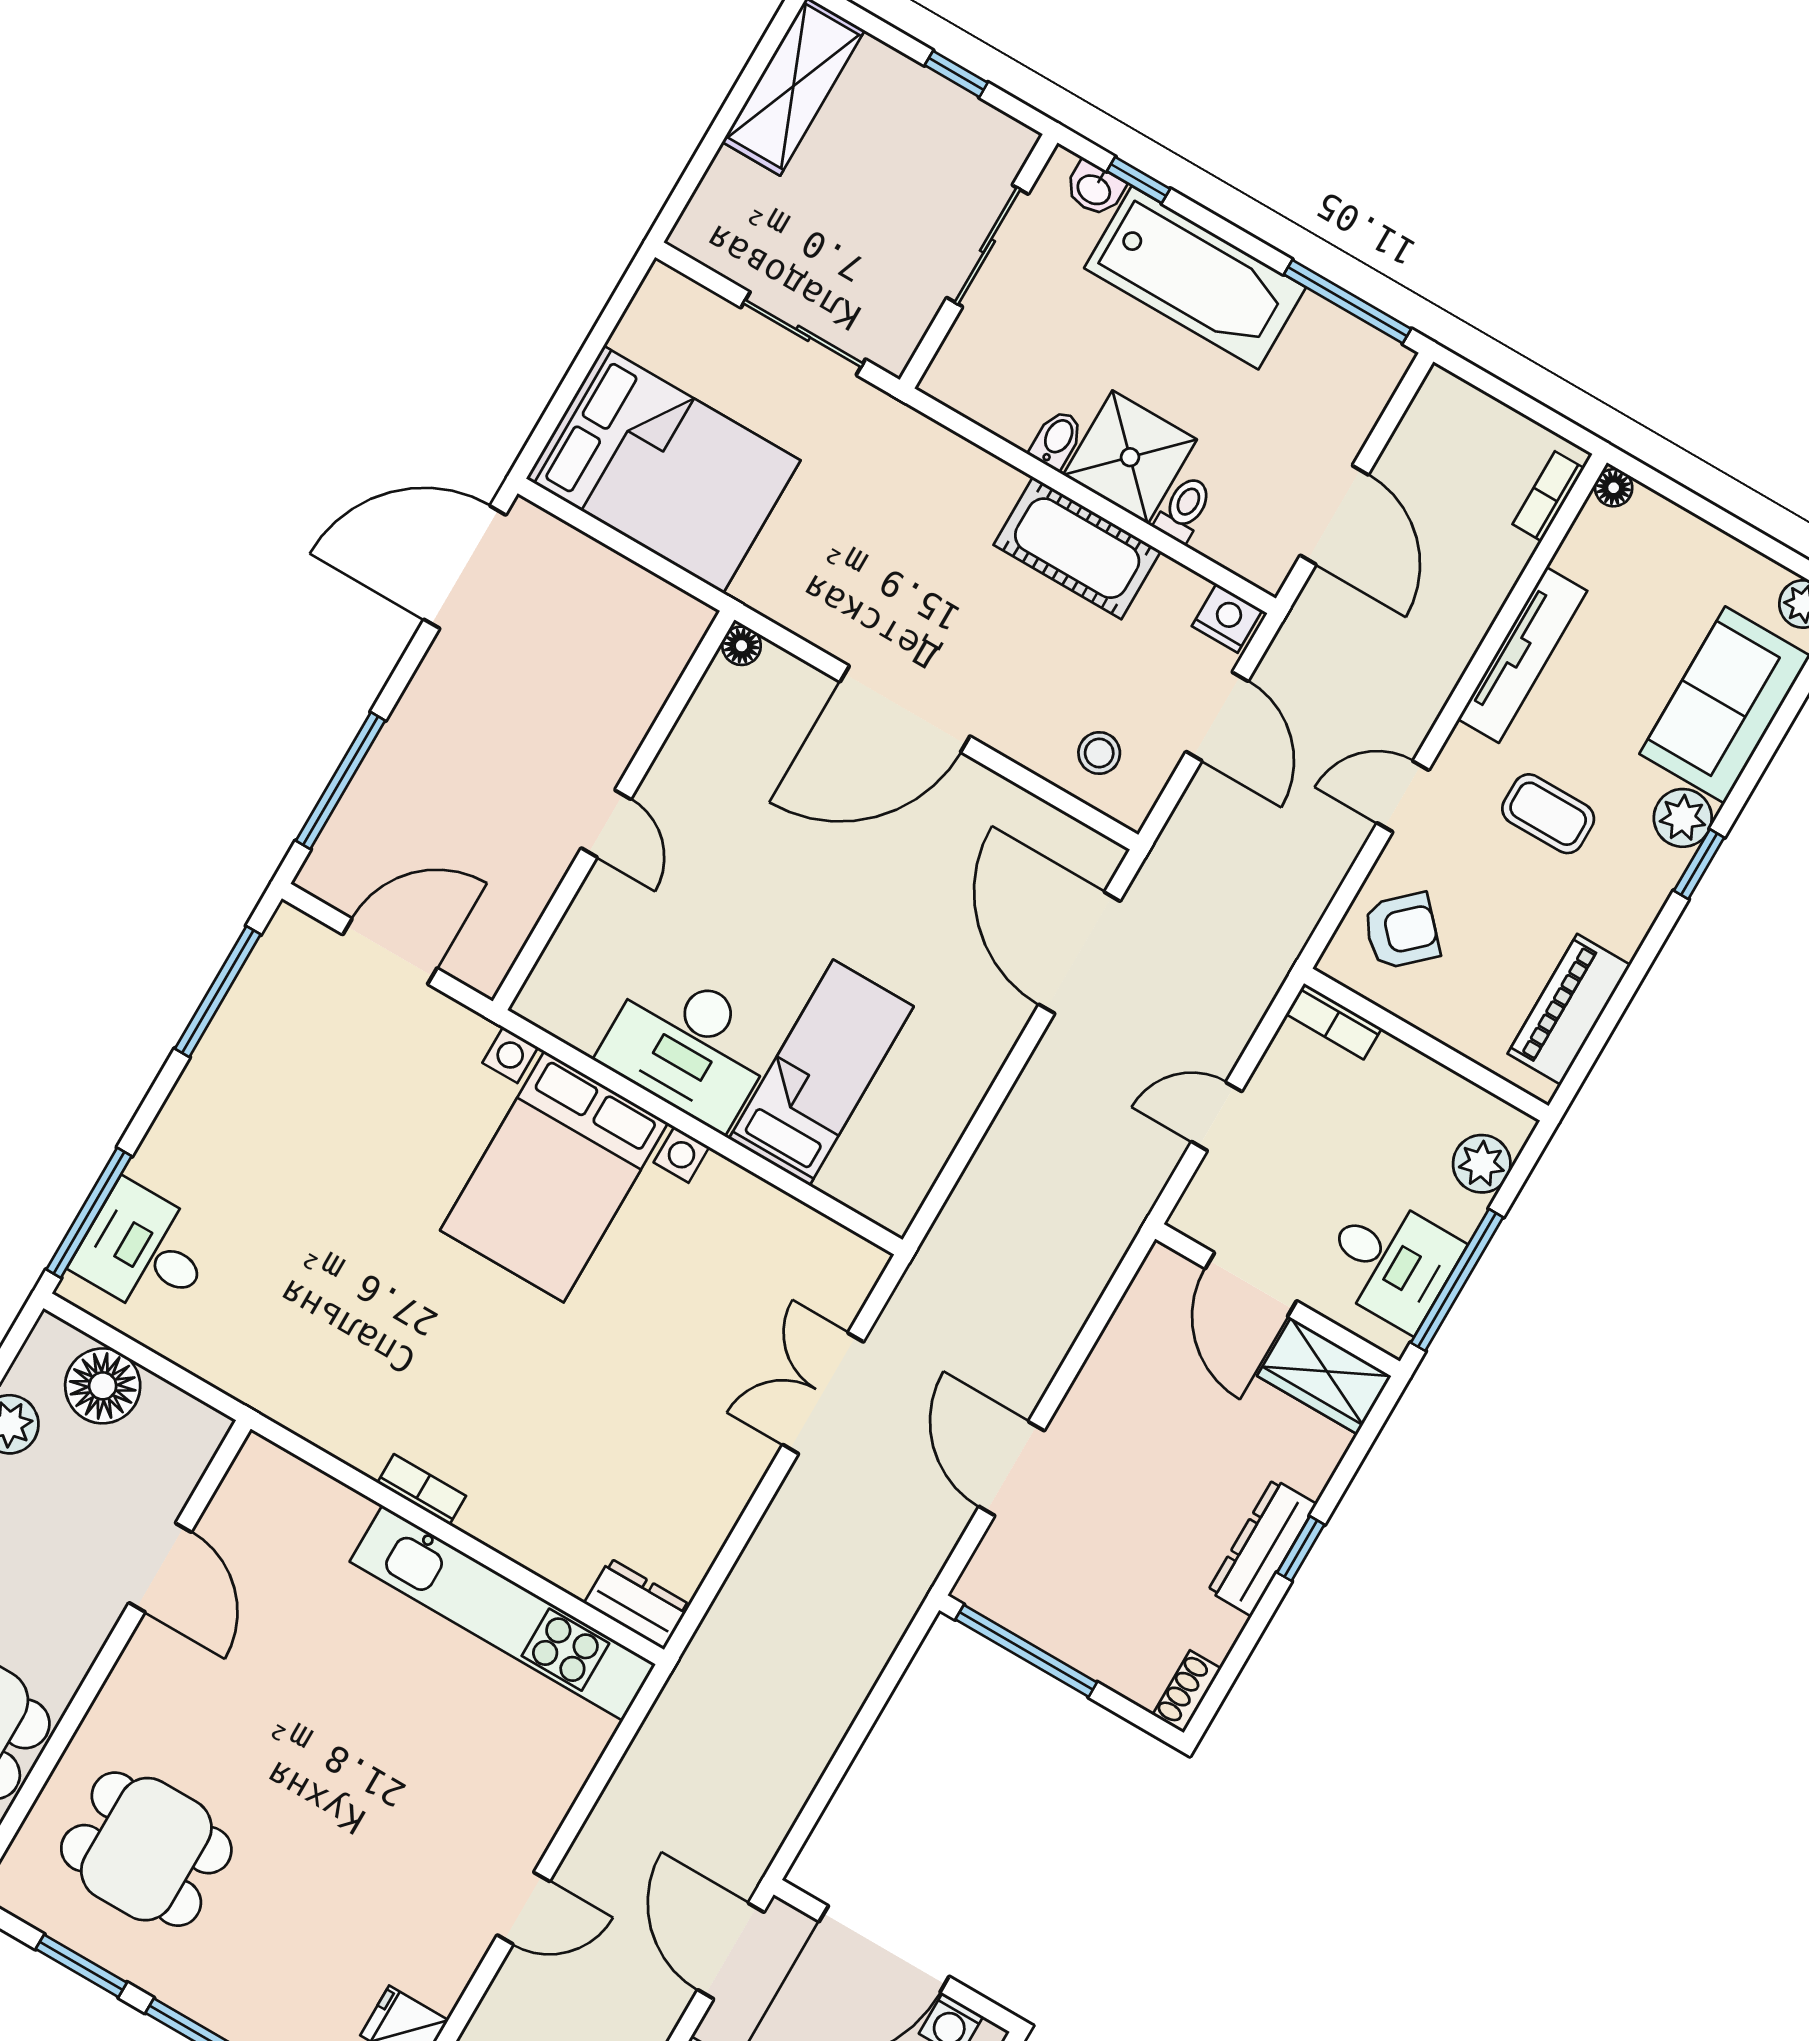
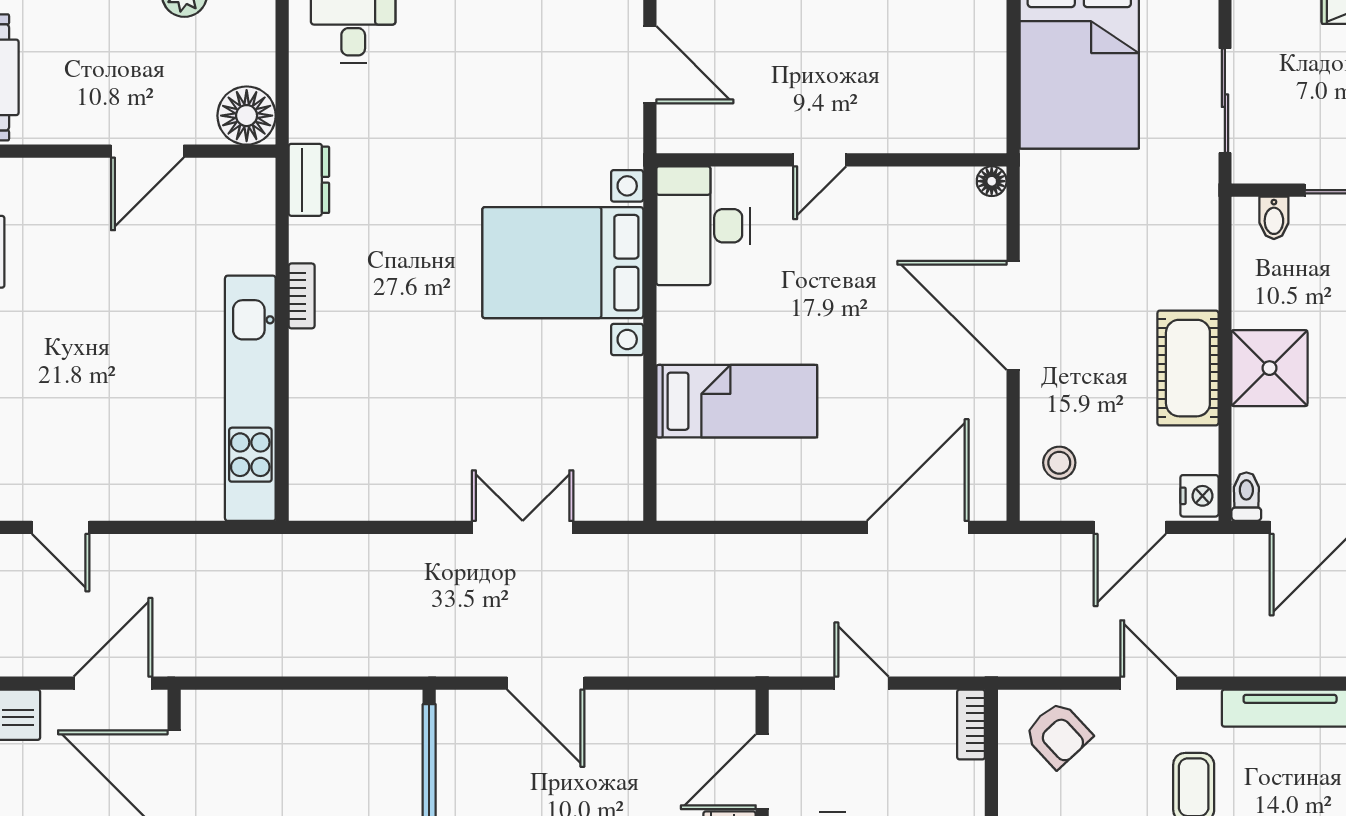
bidet: (1057, 440) -> (1274, 218), moved, turned 90
toilet: (1184, 509) -> (1246, 497), moved, turned -90
desk: (689, 1046) -> (703, 226), moved
floor lamp: (103, 1386) -> (247, 116), moved
door: (1012, 1469) -> (546, 683), swing flipped
dresser: (637, 1604) -> (309, 180), moved

